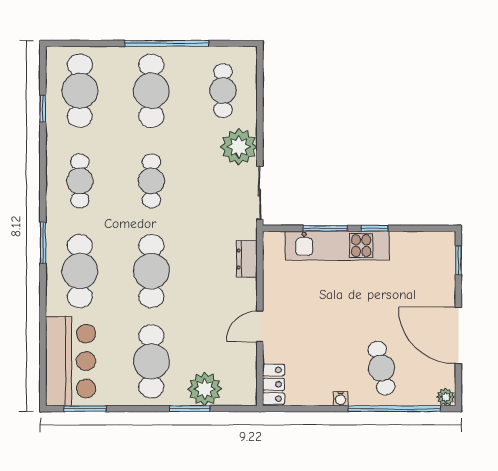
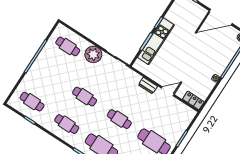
cafe table: (80, 91) -> (32, 102), width x0.73, depth x0.74
cafe table: (151, 91) -> (50, 74), removed
dresser: (247, 259) -> (148, 86), moved
cafe table: (151, 271) -> (119, 119), width x0.73, depth x0.74
door: (260, 326) -> (168, 91), swing flipped
cafe table: (382, 368) -> (214, 55), removed
plant: (205, 389) -> (178, 128), removed

